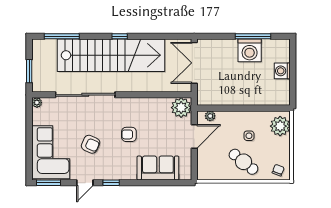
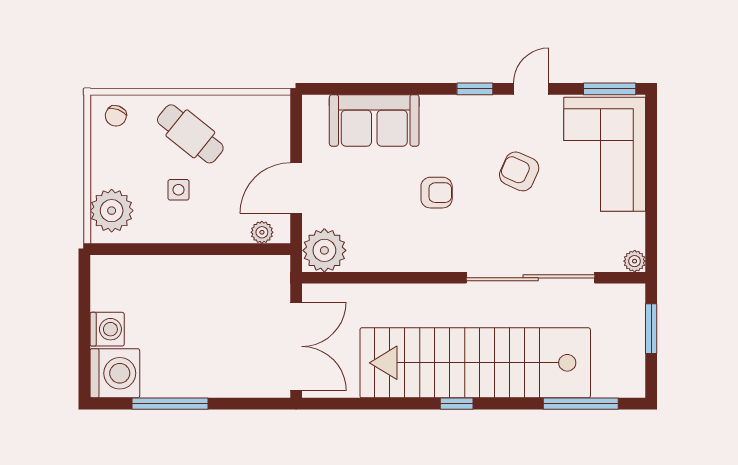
washing machine: (250, 50) -> (115, 373), moved, turned 90

